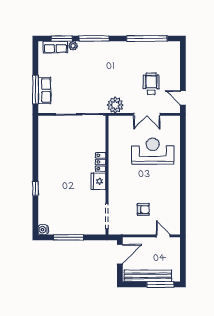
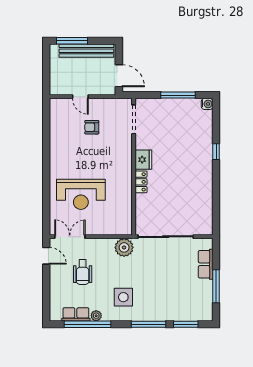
plant: (73, 46) -> (96, 316), moved
row of seats: (55, 47) -> (76, 314), moved
side table: (116, 62) -> (123, 297), added
window: (35, 90) -> (216, 286), moved
double door: (147, 114) -> (70, 237), moved
door: (163, 236) -> (80, 97), moved
door: (120, 254) -> (119, 76), swing flipped

